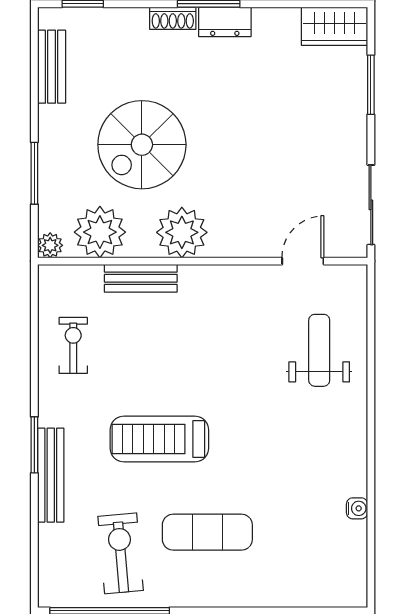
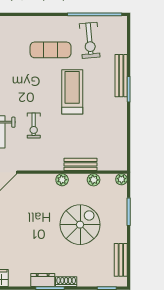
plant: (100, 232) -> (94, 180), width x0.53, depth x0.53
plant: (182, 232) -> (62, 180), width x0.53, depth x0.53
exercise bike: (73, 345) -> (34, 125), moved
treadmill: (159, 439) -> (72, 92), turned -90

